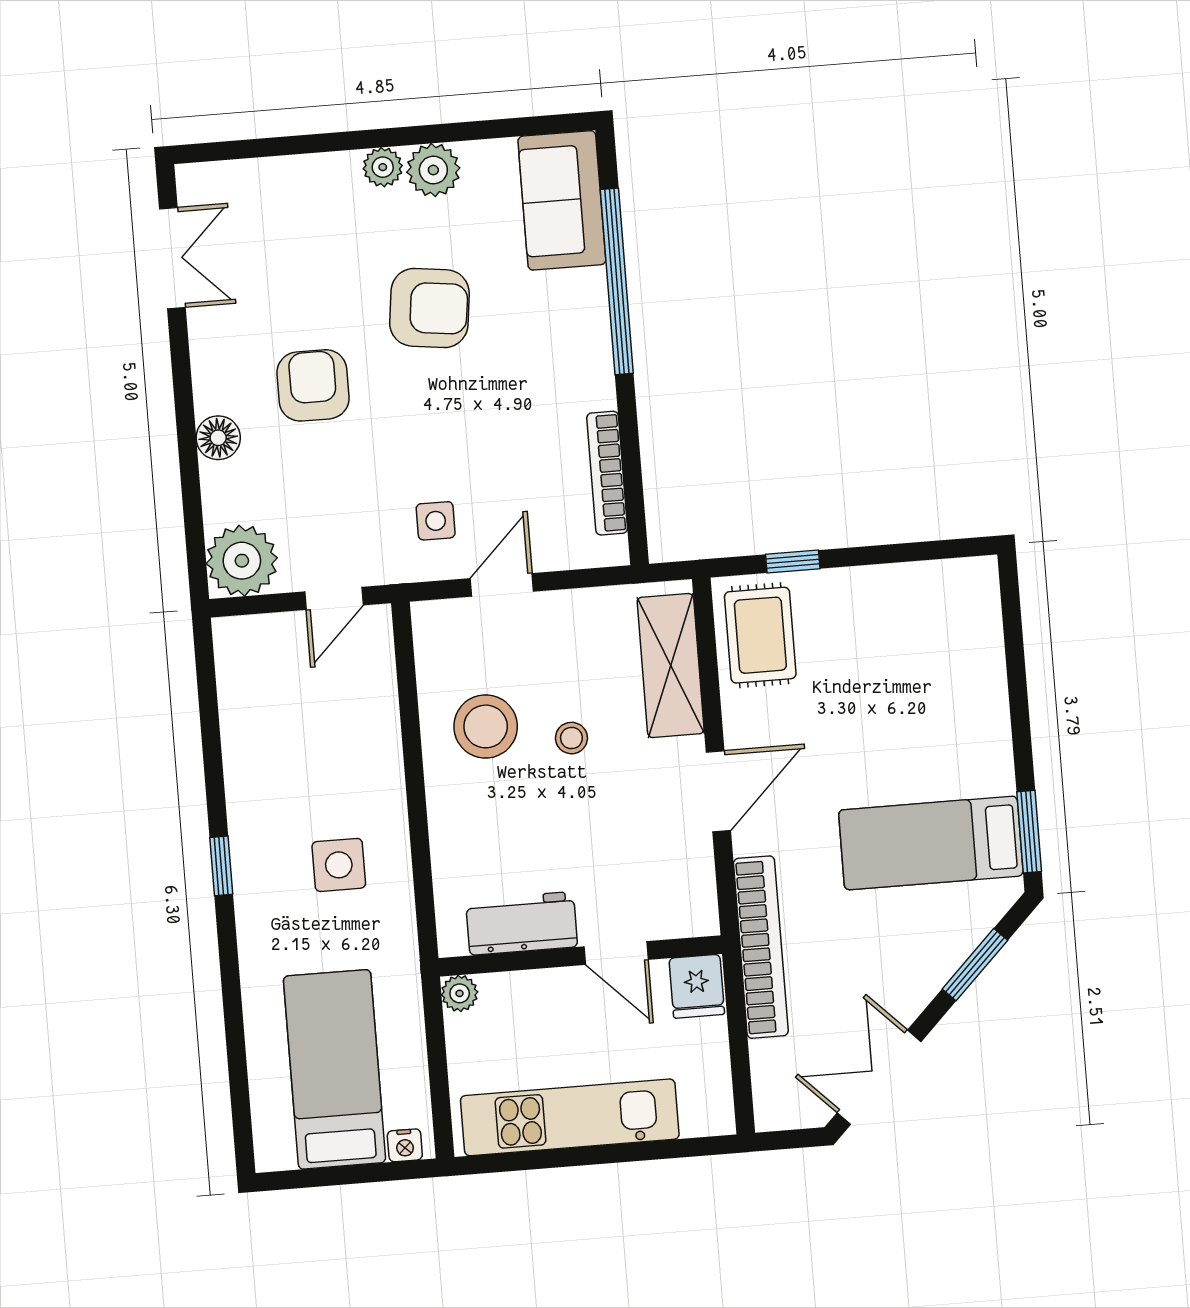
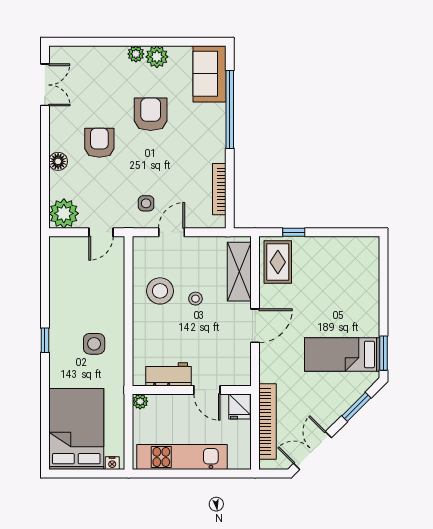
armchair: (429, 308) -> (151, 114), turned -97
bookcase: (761, 947) -> (268, 421), moved
bed: (335, 1069) -> (76, 429), width x1.50

